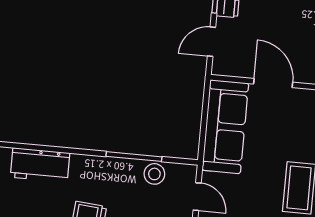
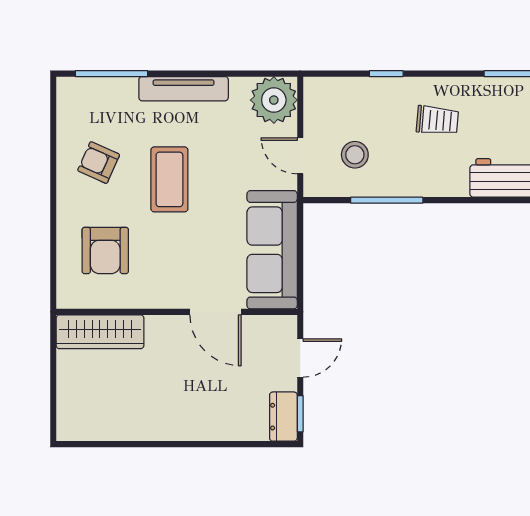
stool: (154, 174) -> (355, 155), moved

